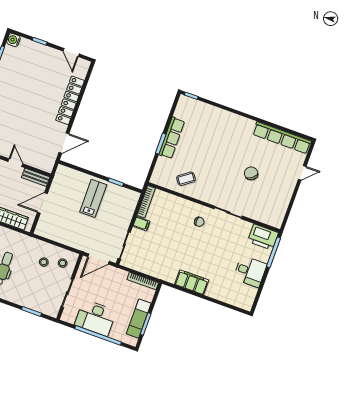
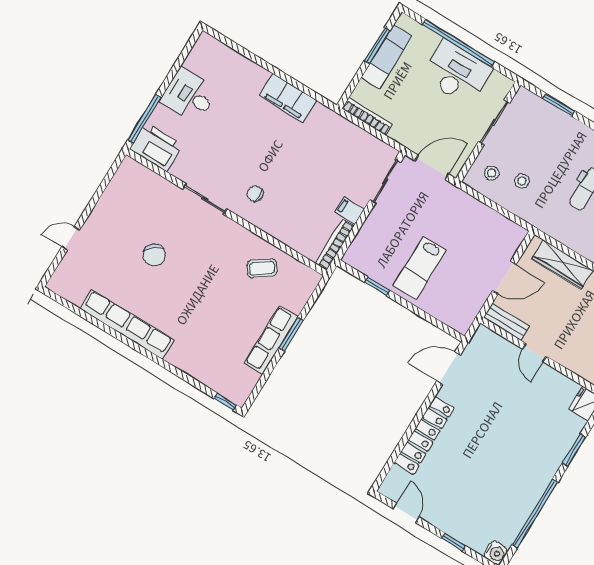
row of seats: (282, 138) -> (127, 324), moved

